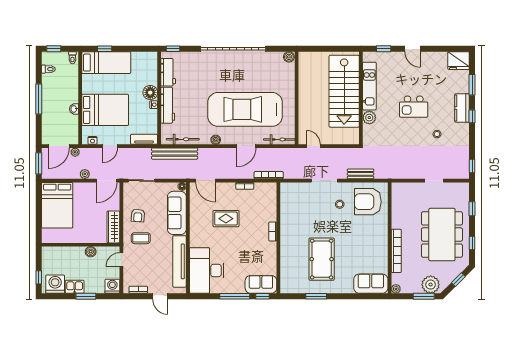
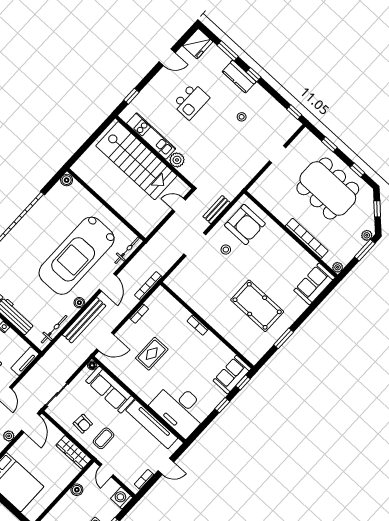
door: (413, 49) -> (167, 57), moved
kitchen island: (414, 107) -> (191, 101), moved
door: (313, 146) -> (179, 205), moved
bench: (175, 154) -> (84, 320), moved
armchair: (368, 202) -> (245, 225), turned -90
plant: (431, 285) -> (367, 235), width x0.53, depth x0.53
window: (235, 296) -> (222, 405), width x0.46

